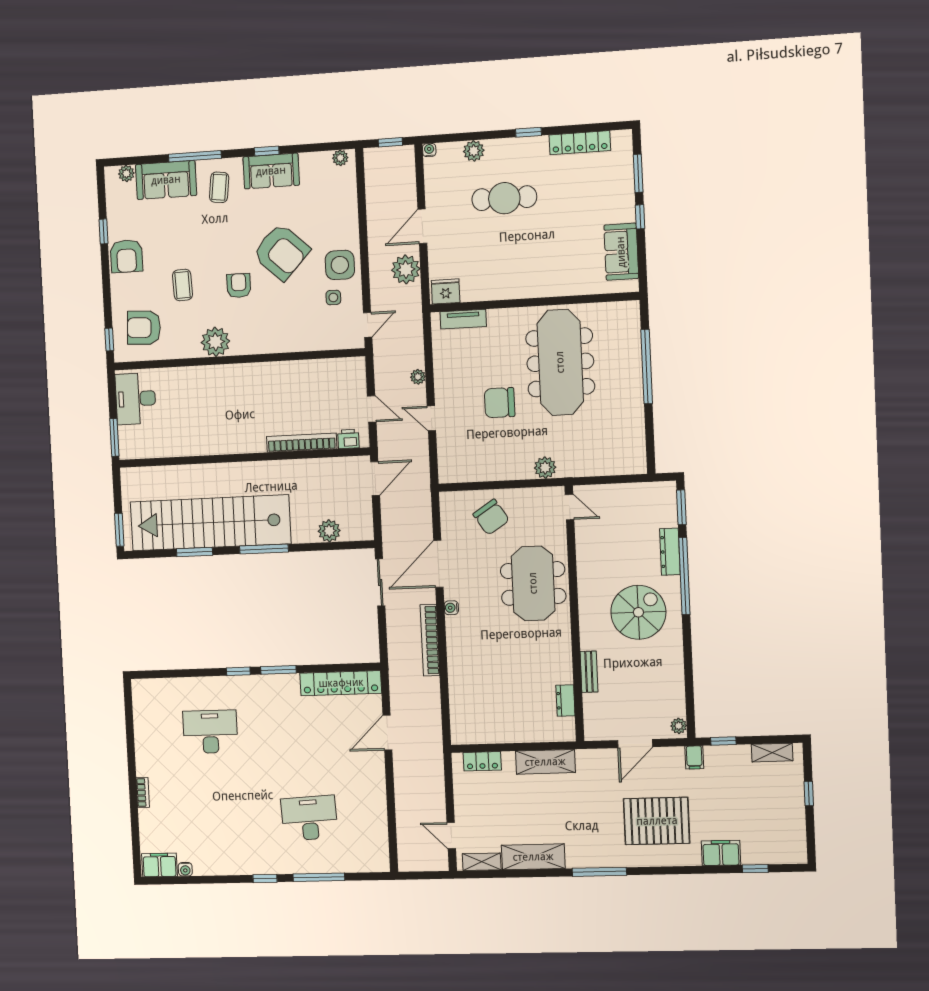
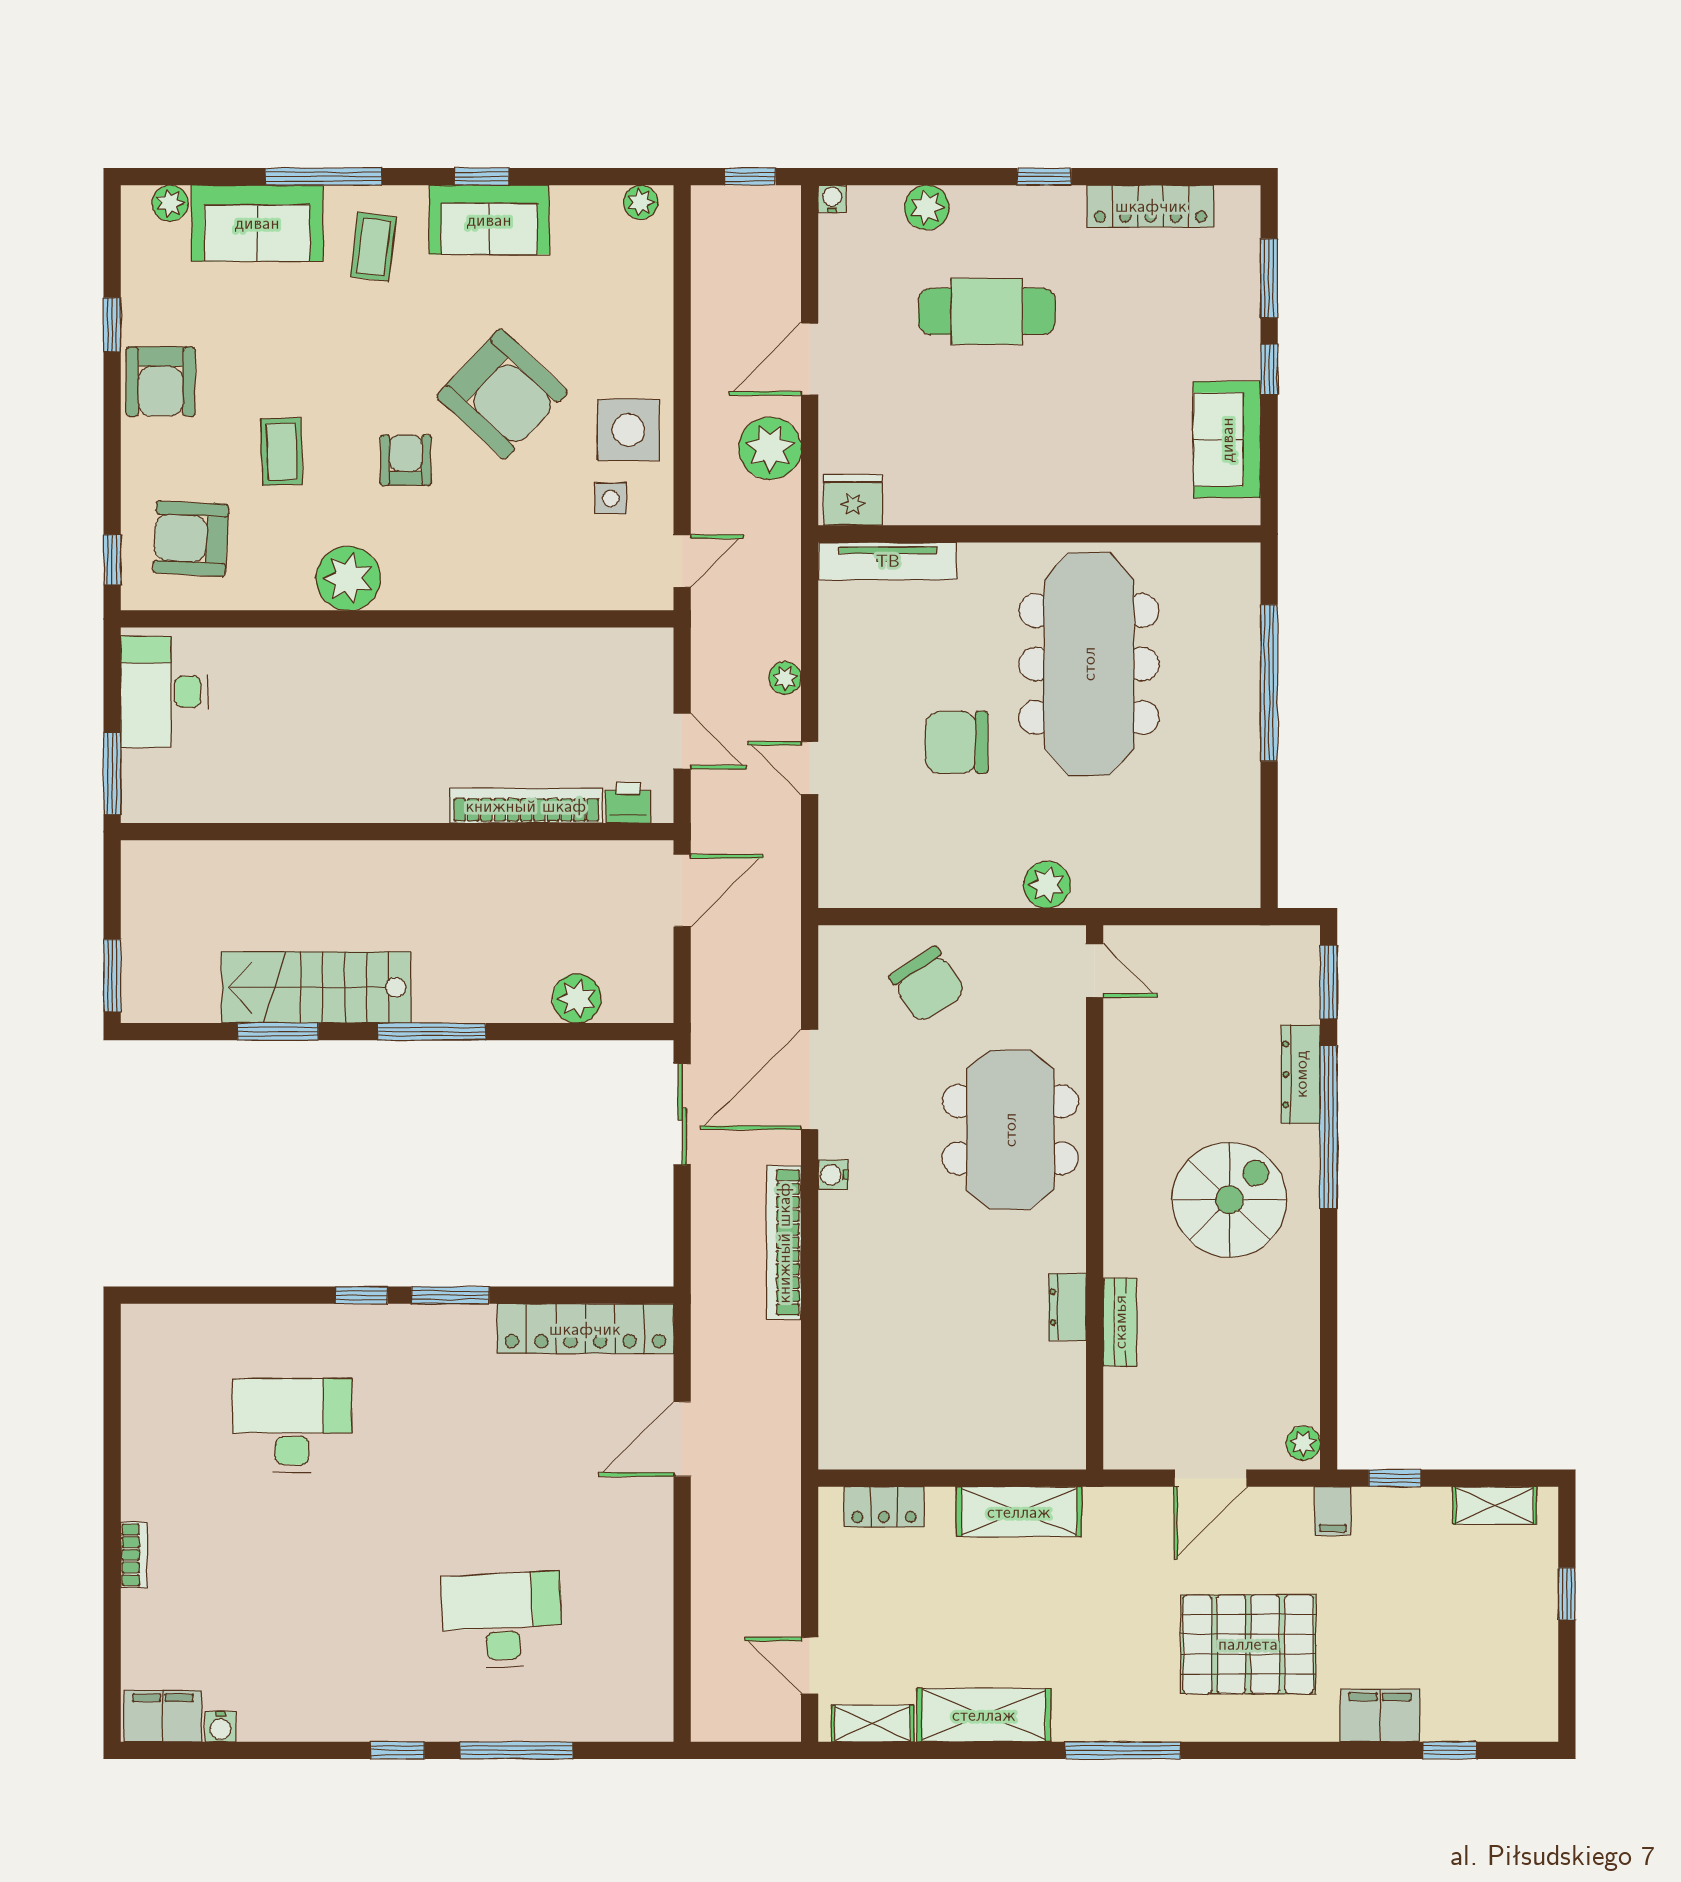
tv unit: (463, 319) -> (888, 561), width x1.41
stairs: (210, 523) -> (316, 987), width x0.54, depth x0.66
dresser: (565, 701) -> (1067, 1307), moved

